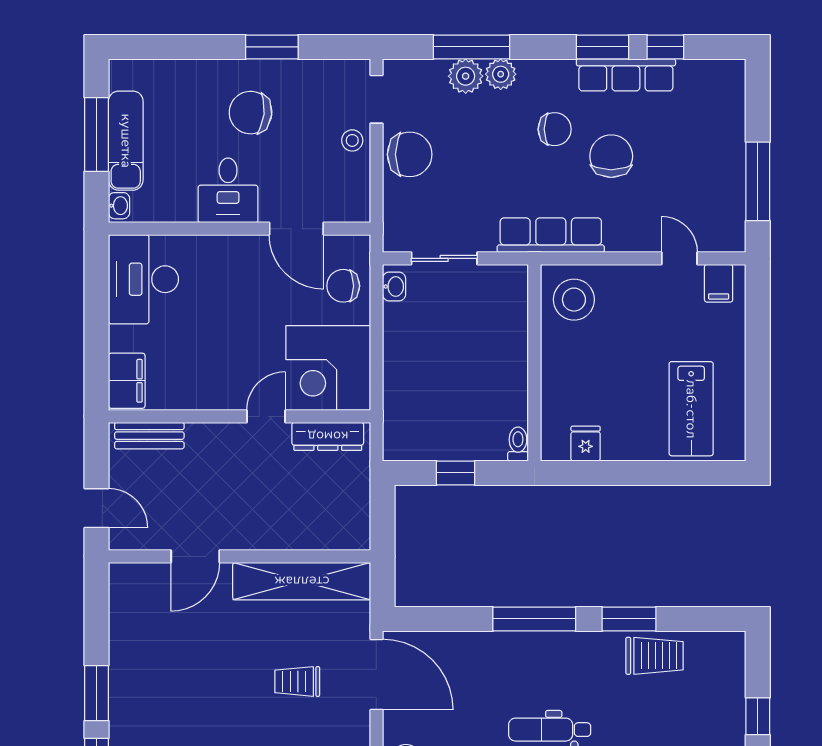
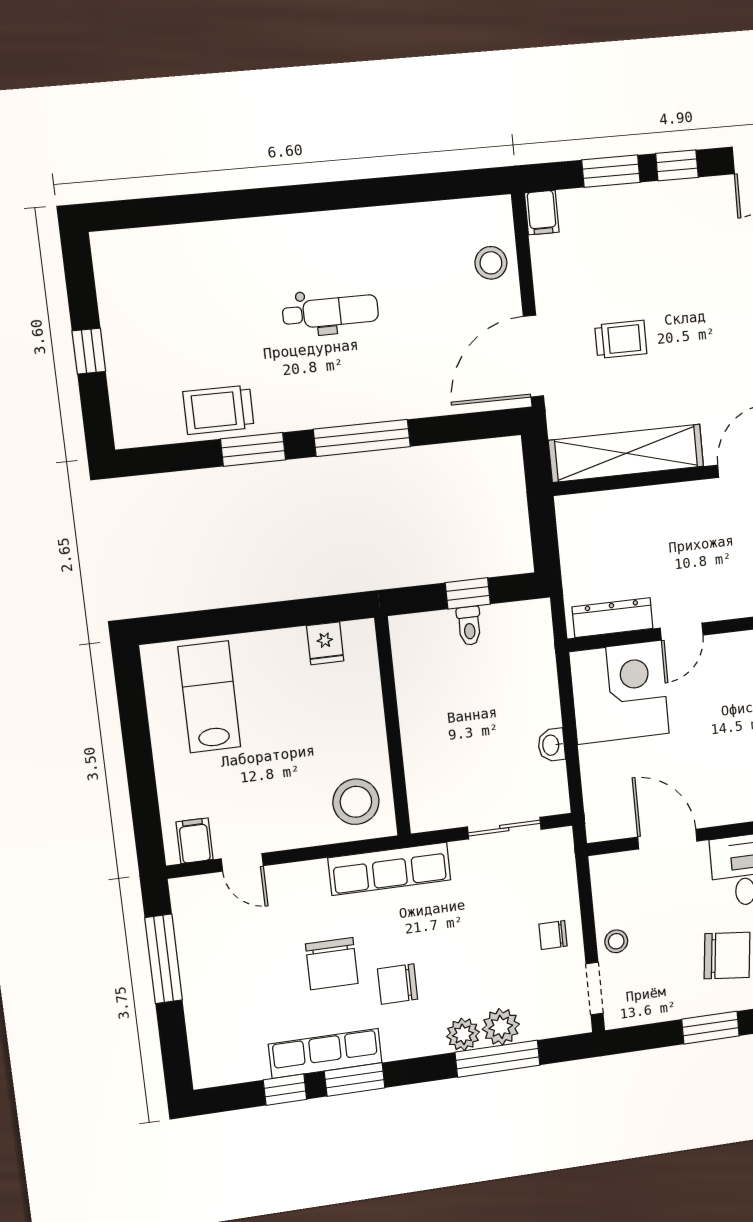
chair: (410, 154) -> (553, 935), width x0.54, depth x0.54
chair: (343, 286) -> (611, 784), removed
washbasin: (394, 287) -> (551, 745), moved
toilet: (518, 444) -> (469, 626), moved
door: (376, 675) -> (533, 356), hinge flipped

